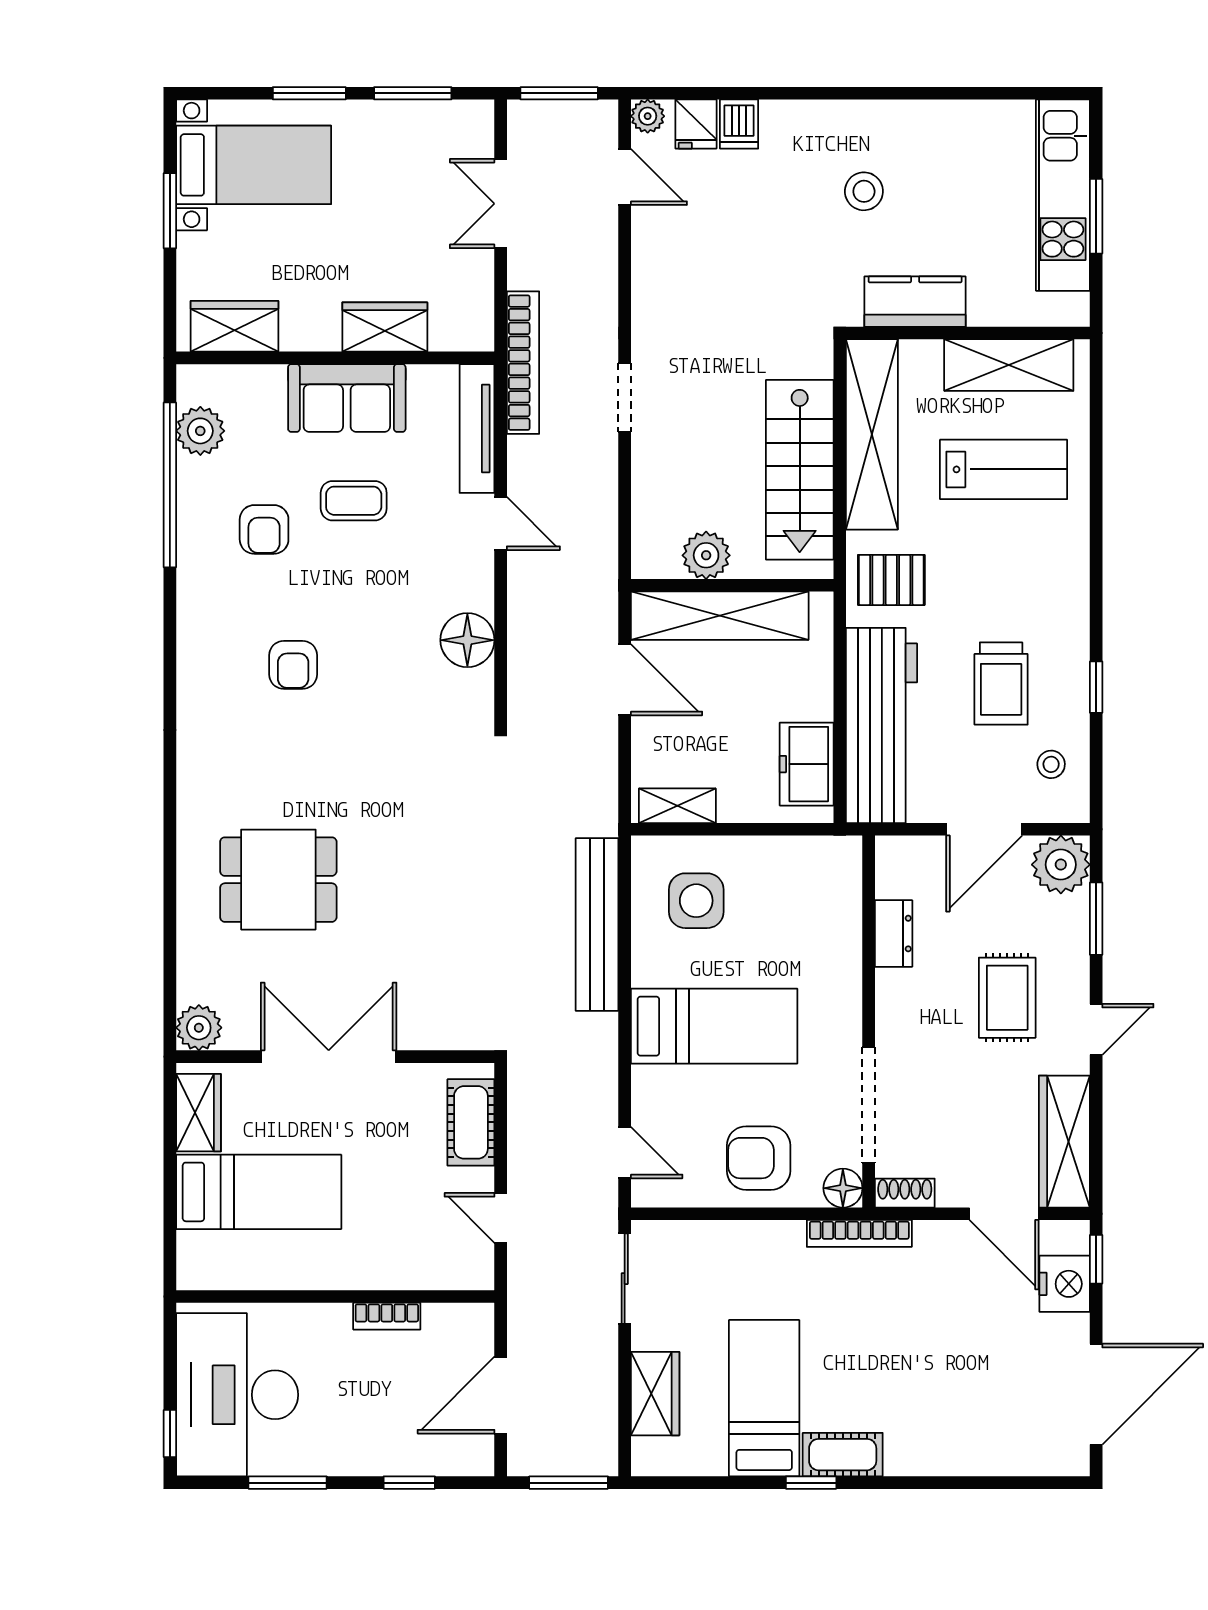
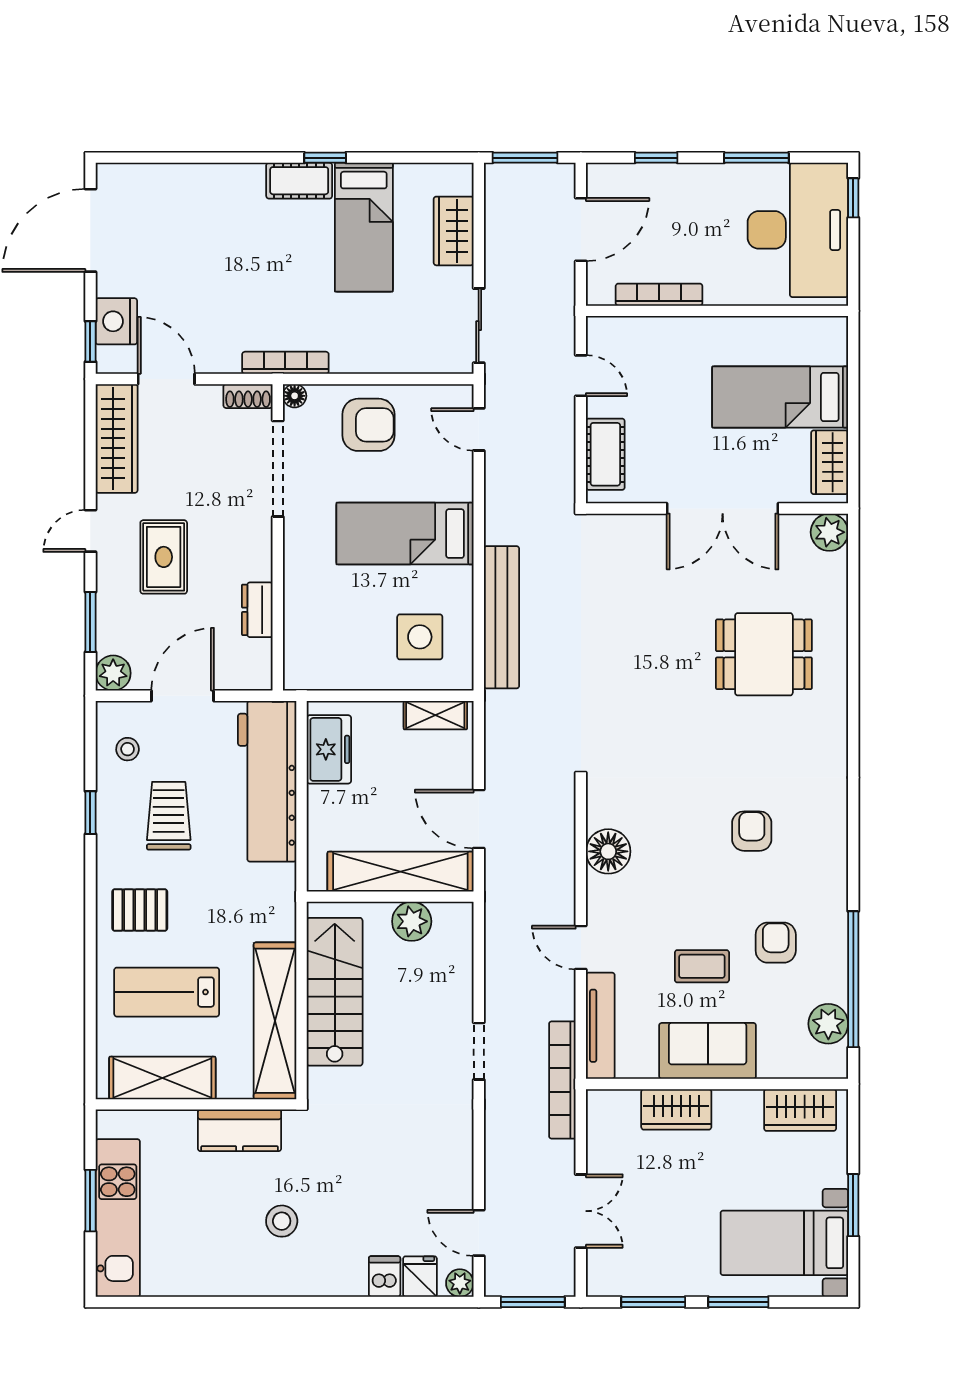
pallet: (891, 580) -> (140, 910), moved
plant: (1061, 865) -> (113, 673), width x0.73, depth x0.73
floor lamp: (843, 1188) -> (295, 396), width x0.73, depth x0.73
bookcase: (387, 1316) -> (659, 295), width x1.56

